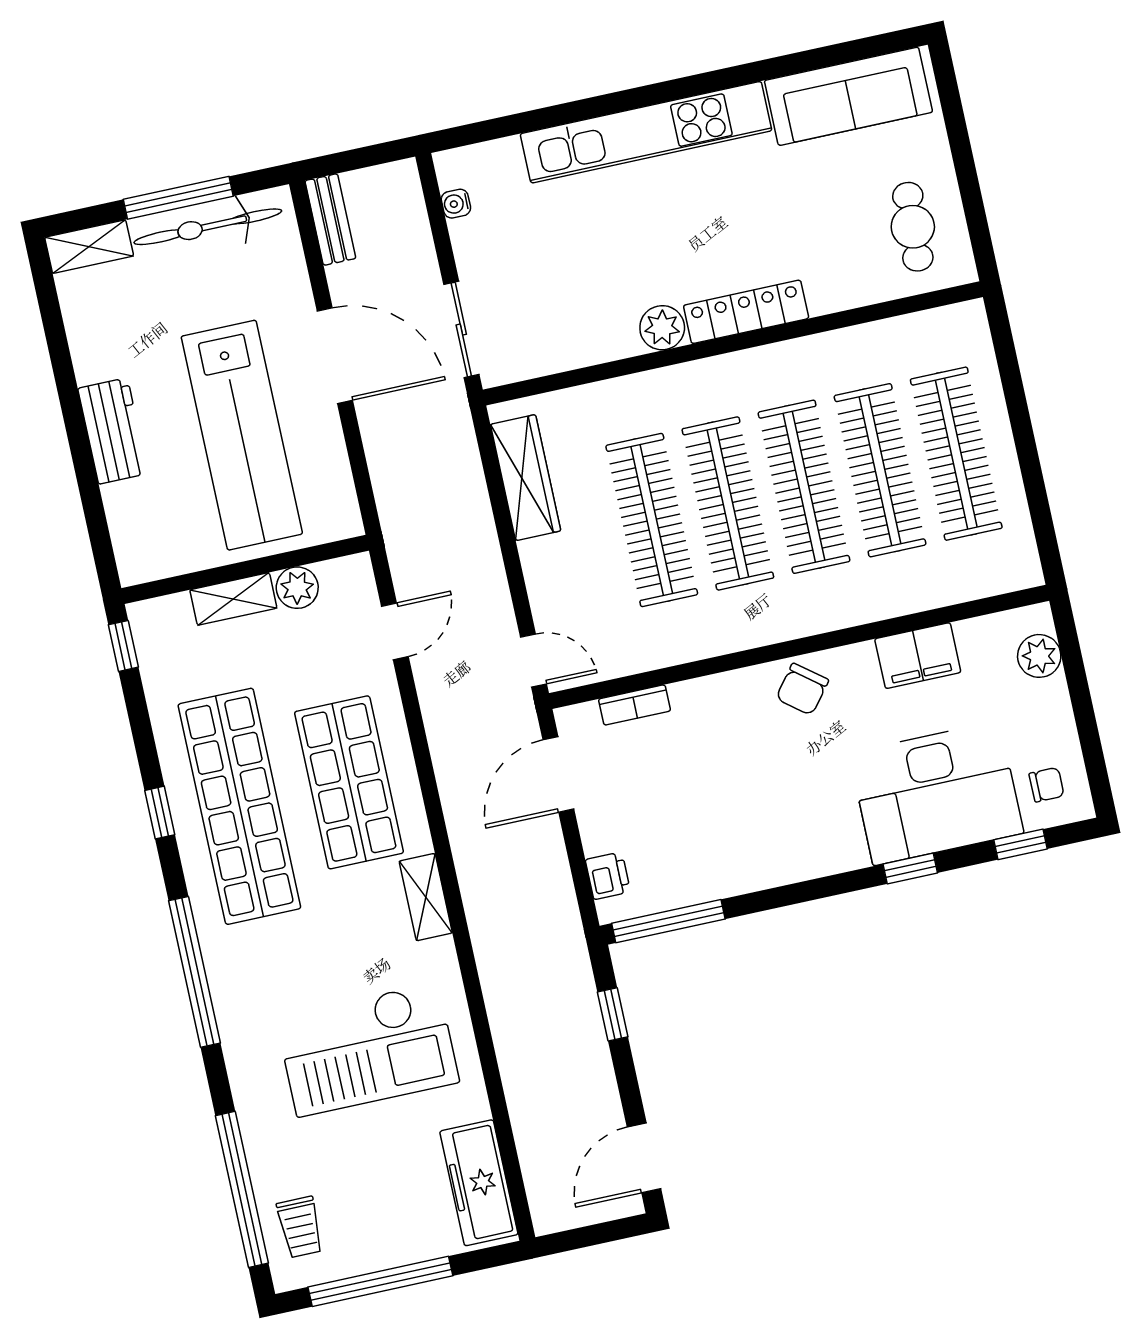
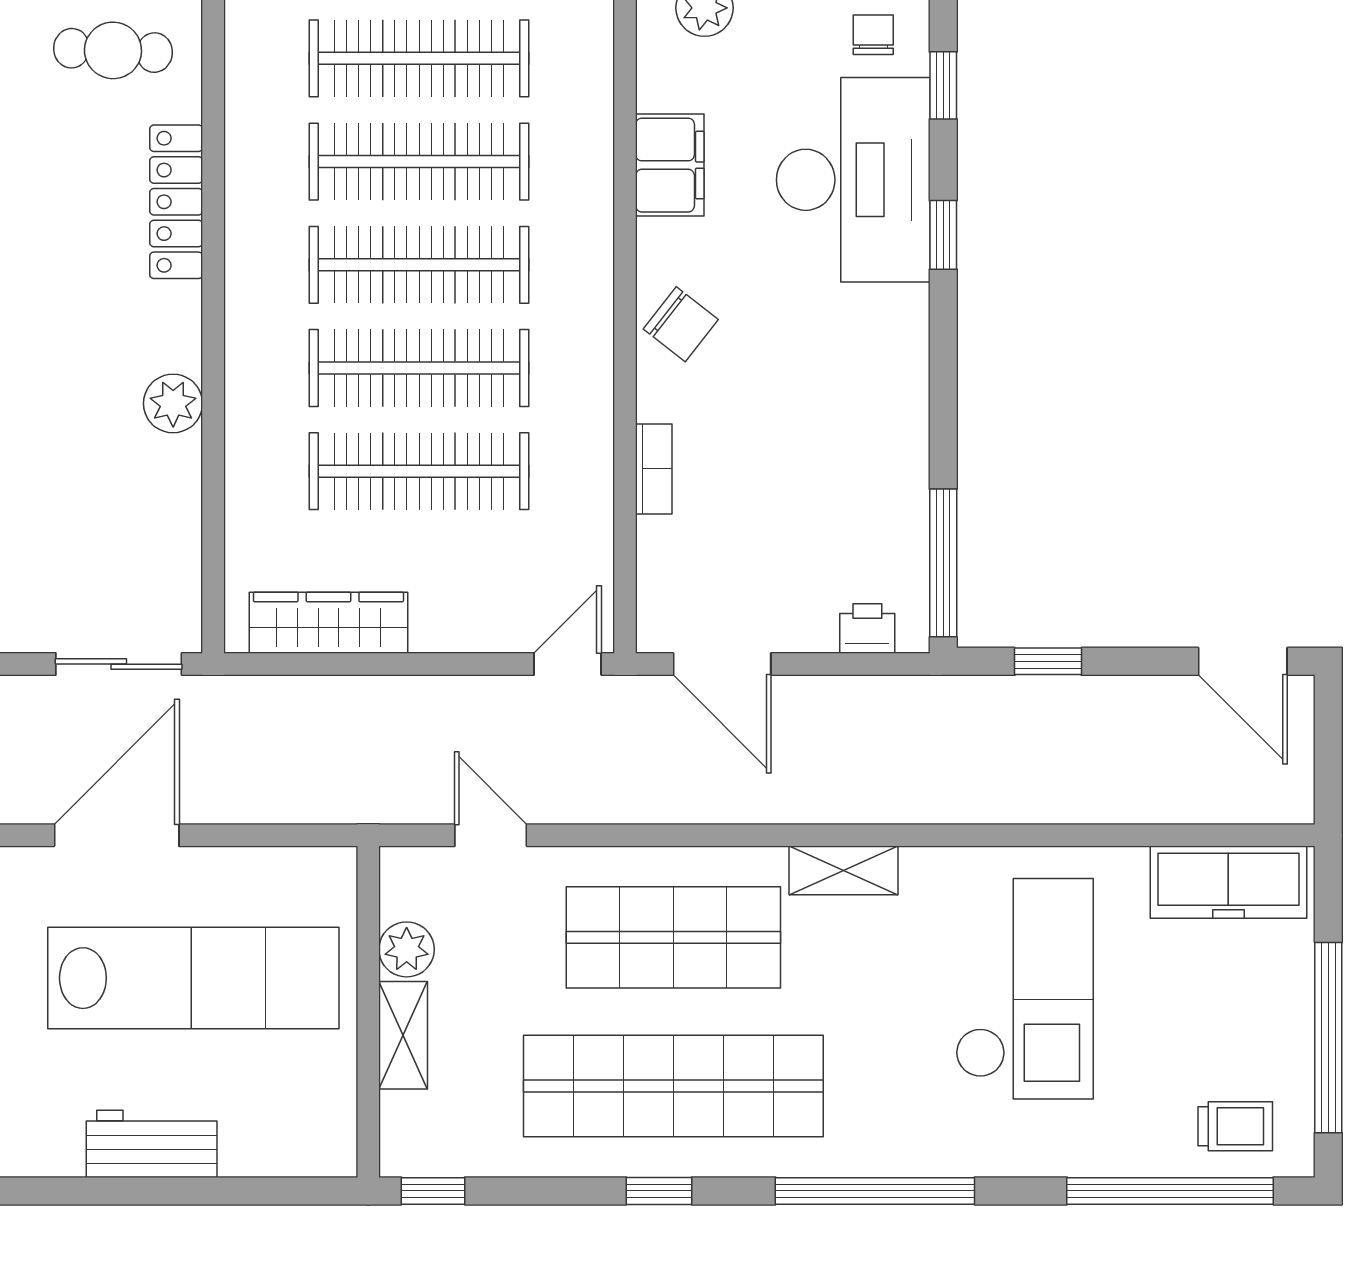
locker: (746, 312) -> (176, 202), moved
bookcase: (635, 705) -> (654, 469), moved

